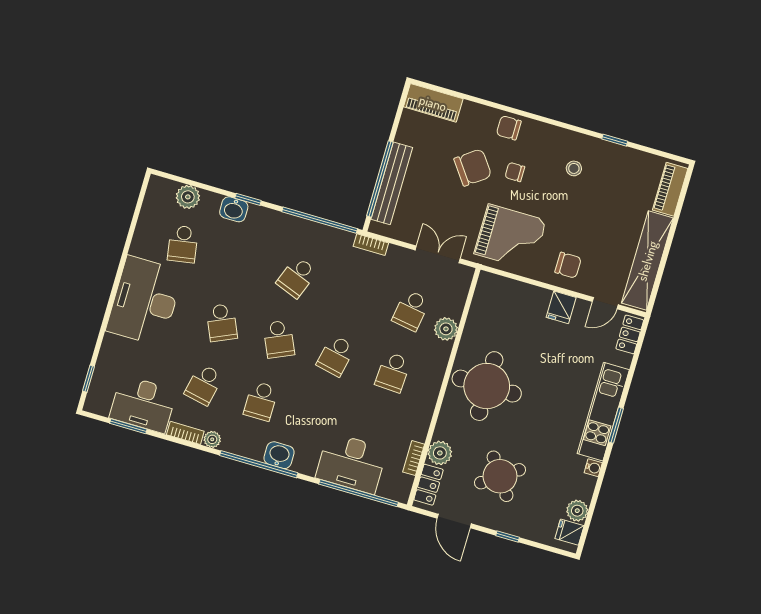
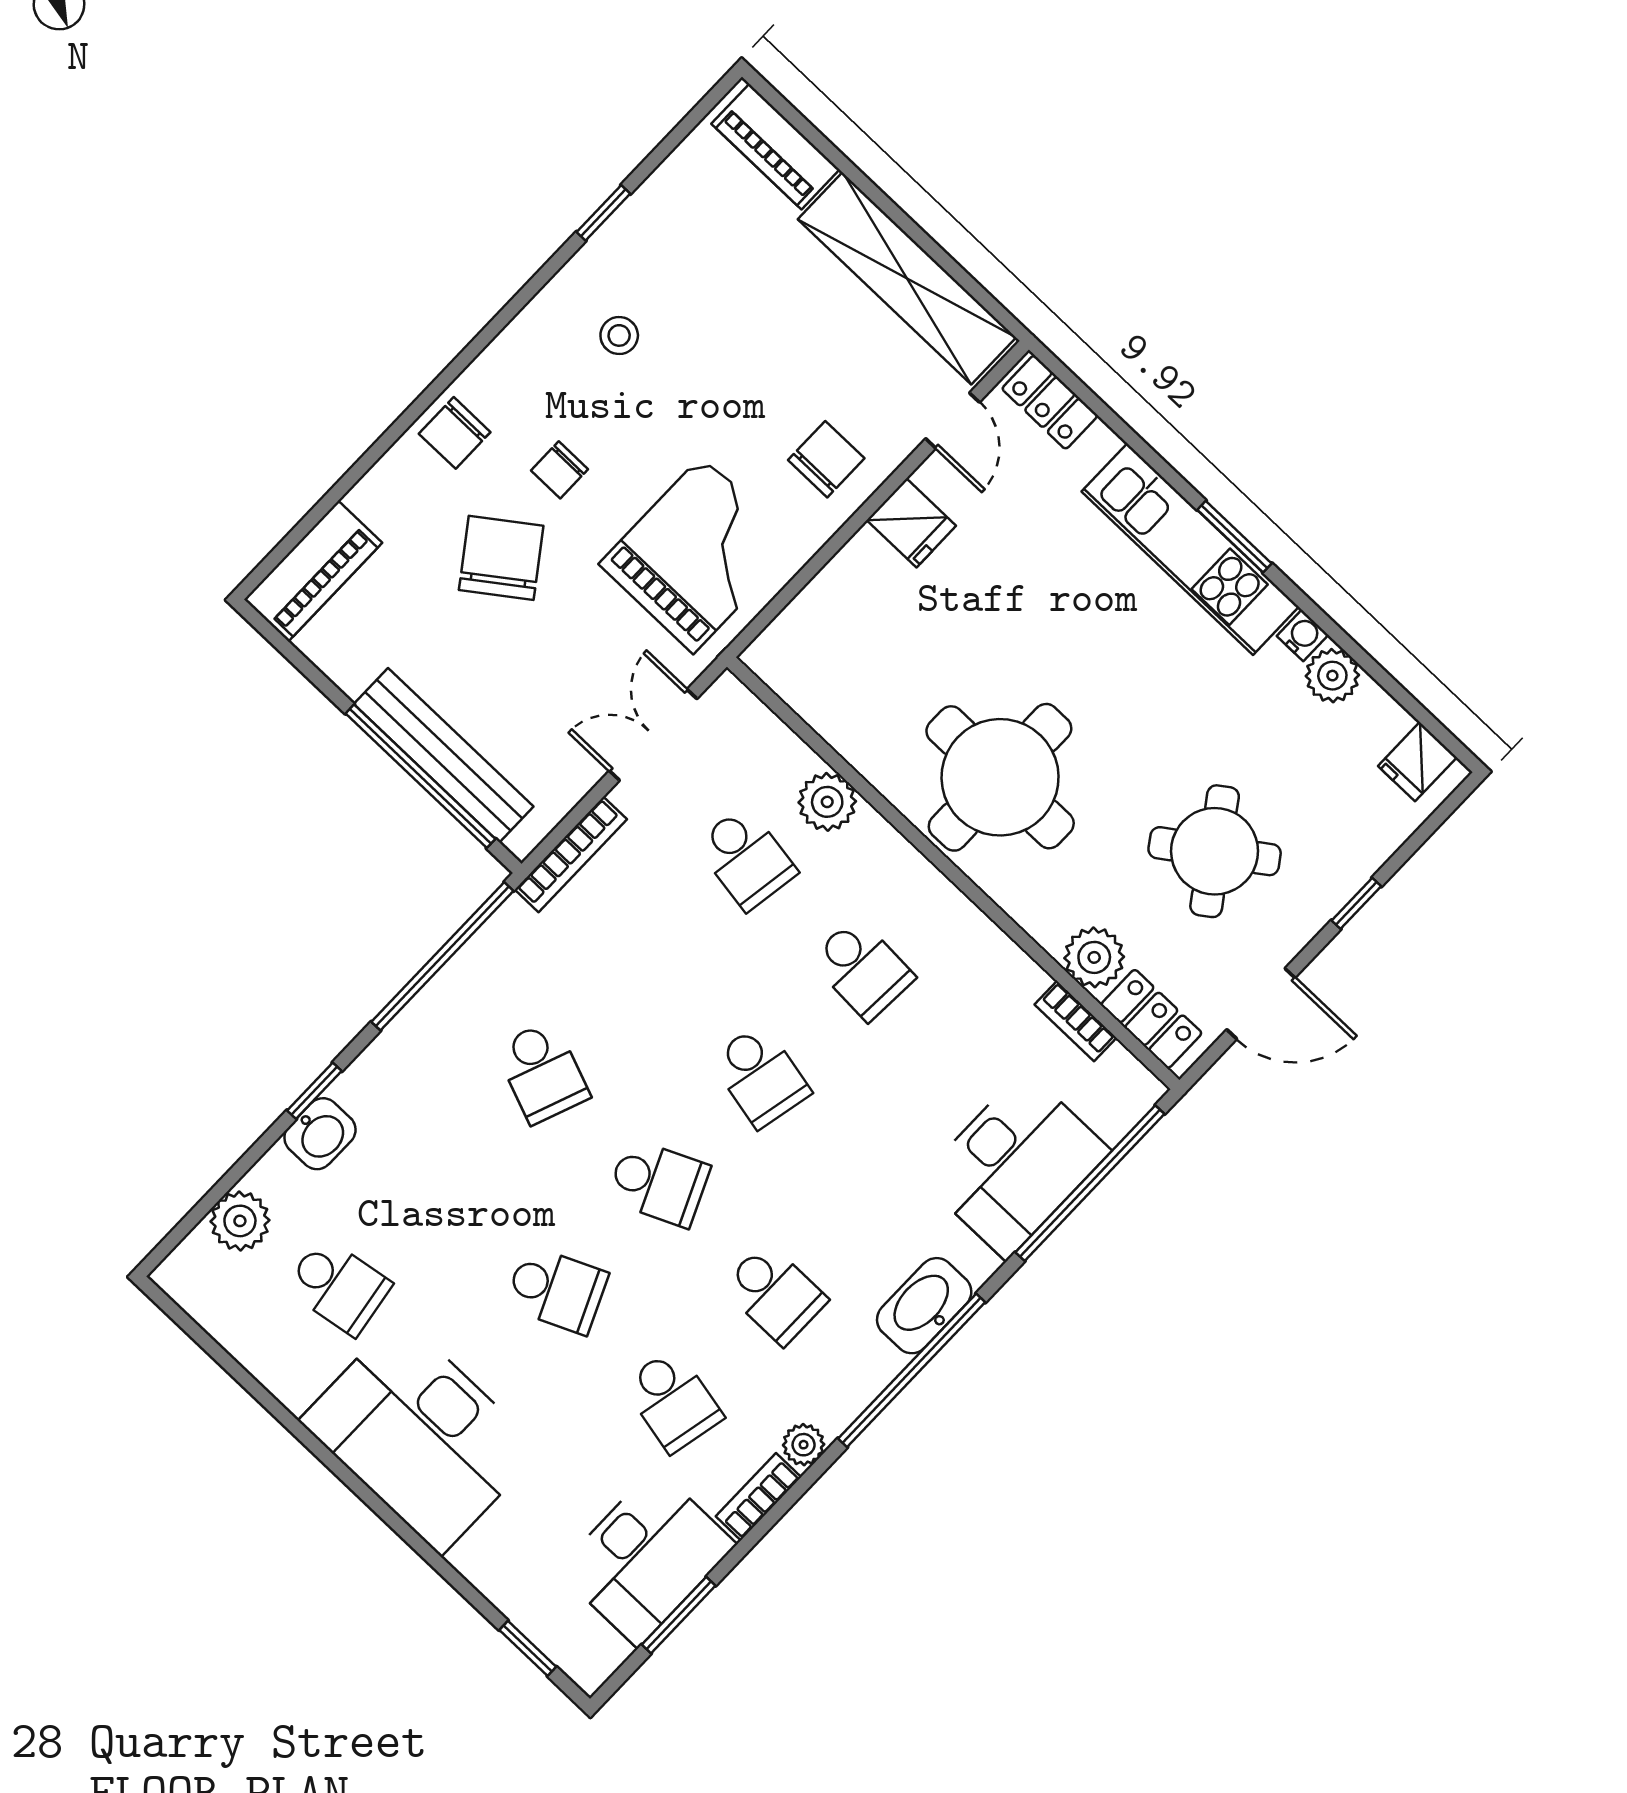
bookcase: (371, 245) -> (571, 854), width x1.56
washbasin: (279, 455) -> (924, 1306), width x1.38
plant: (577, 511) -> (1332, 676), moved

